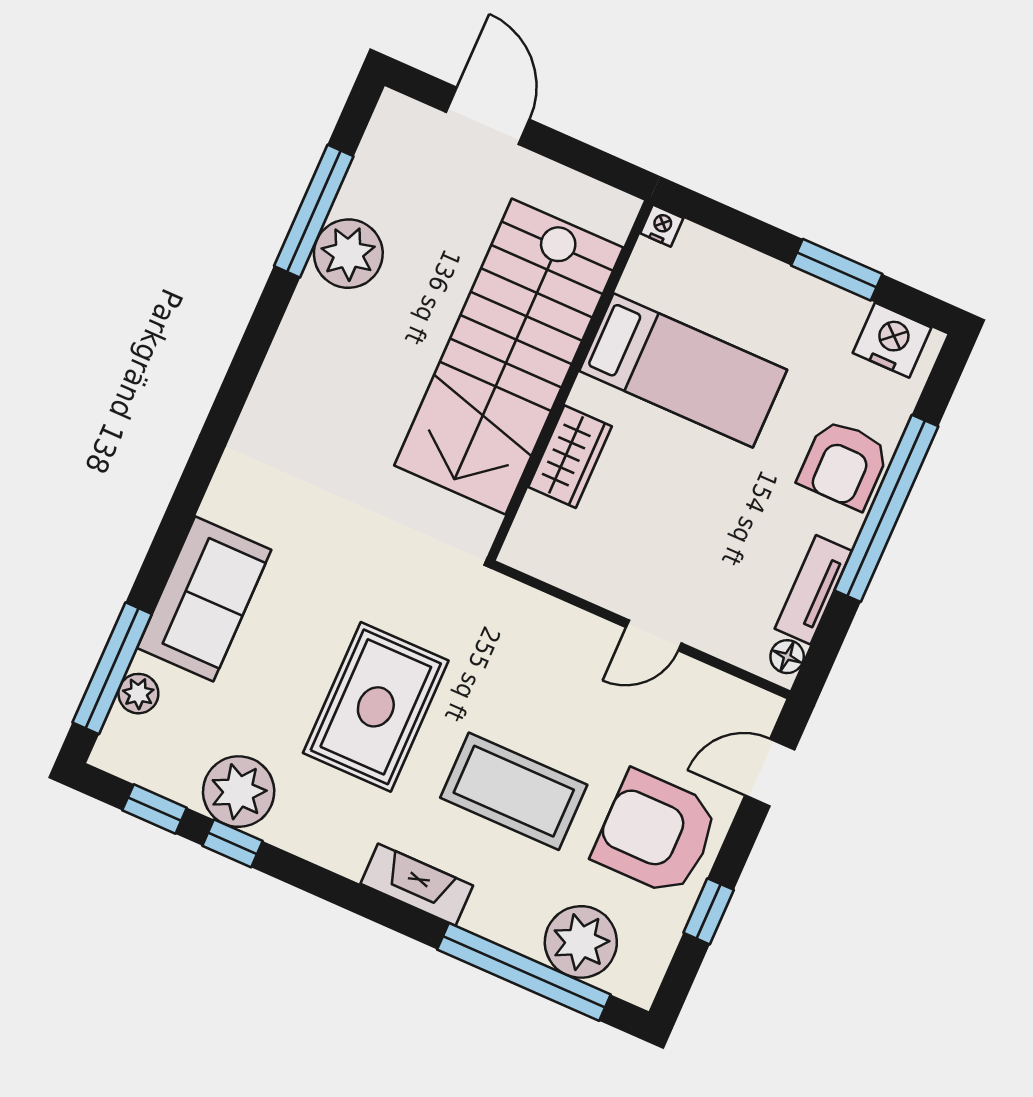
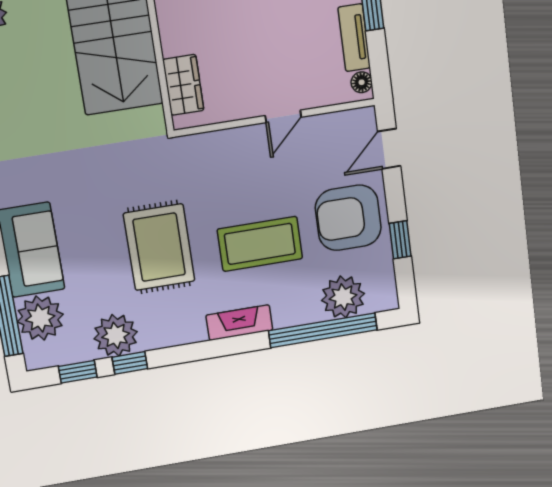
wardrobe: (570, 457) -> (183, 85), moved
plant: (138, 694) -> (40, 318), width x1.88, depth x1.88

